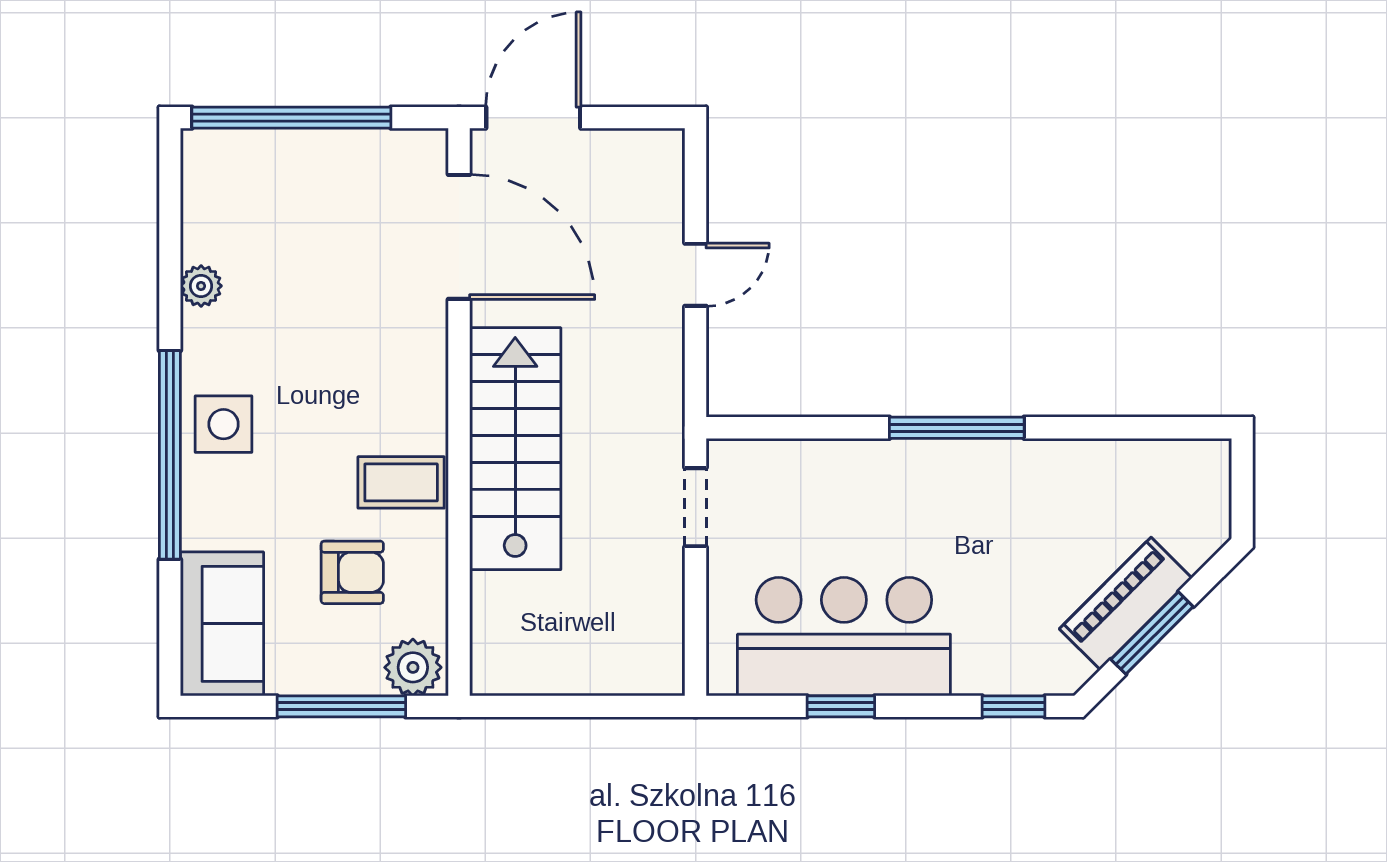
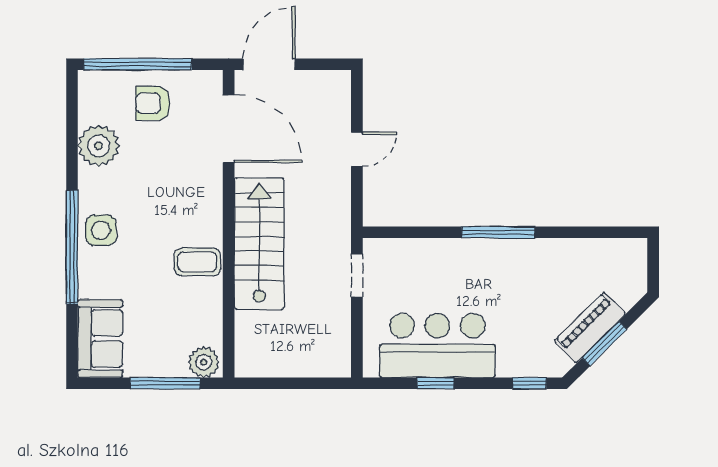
plant: (201, 286) -> (99, 146), width x1.87, depth x1.87
armchair: (352, 572) -> (153, 103), moved, turned 180

